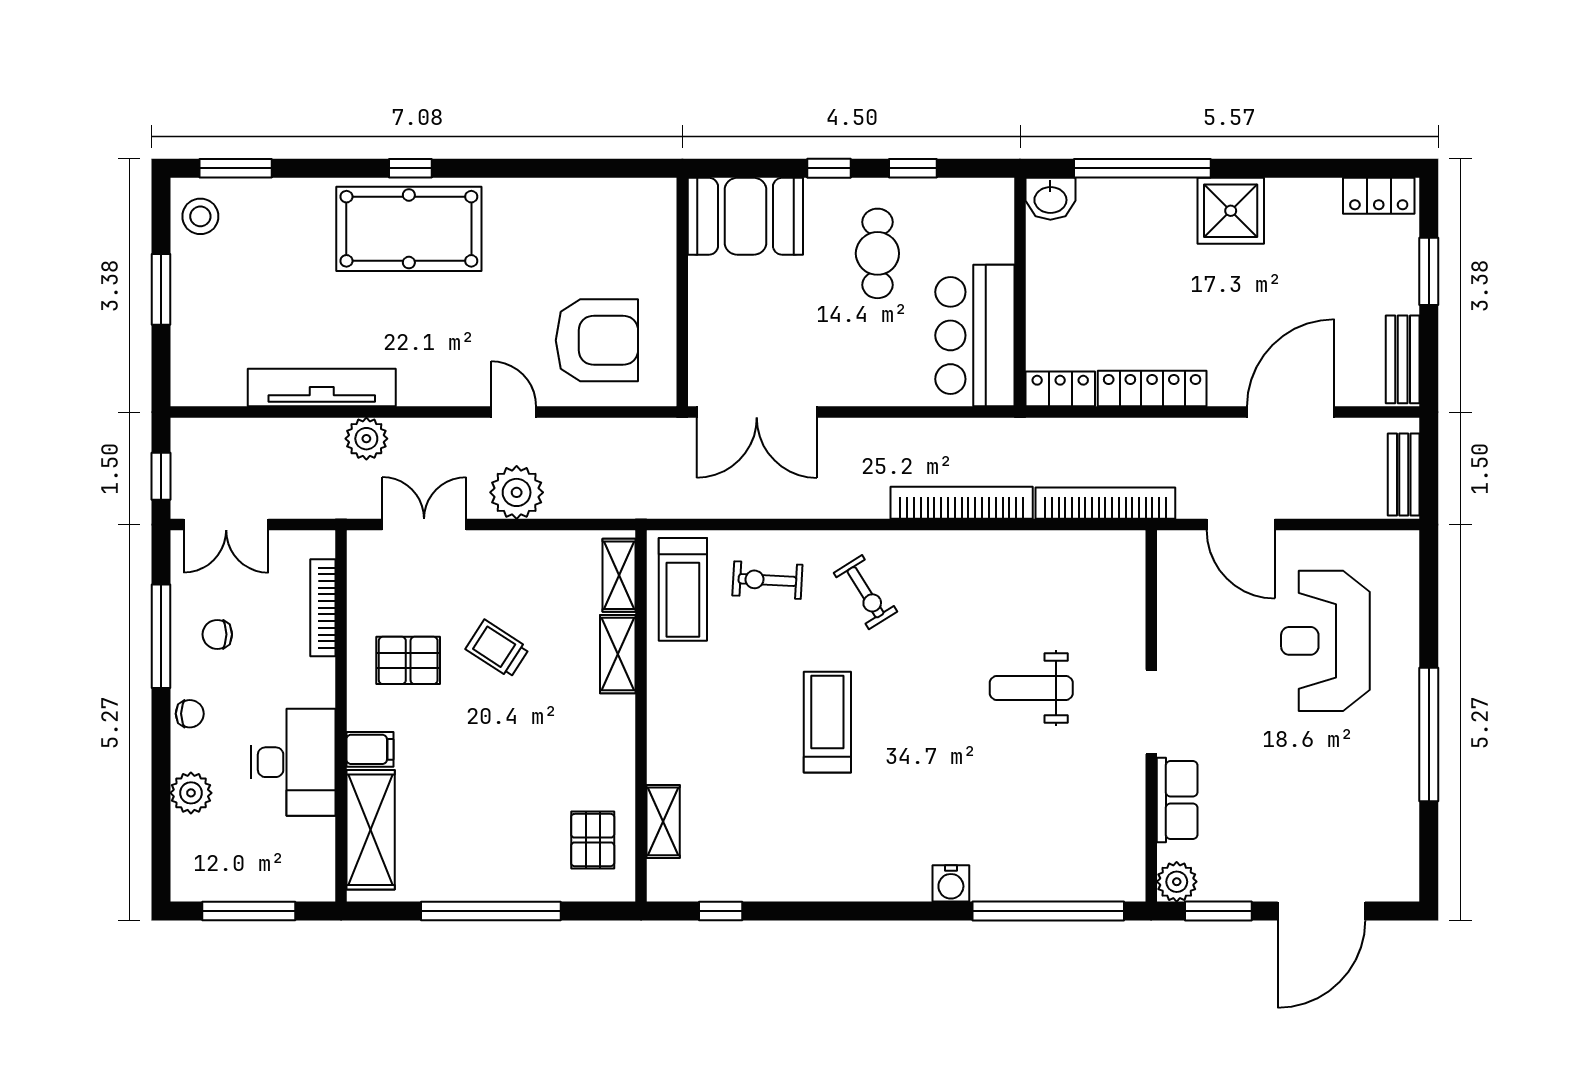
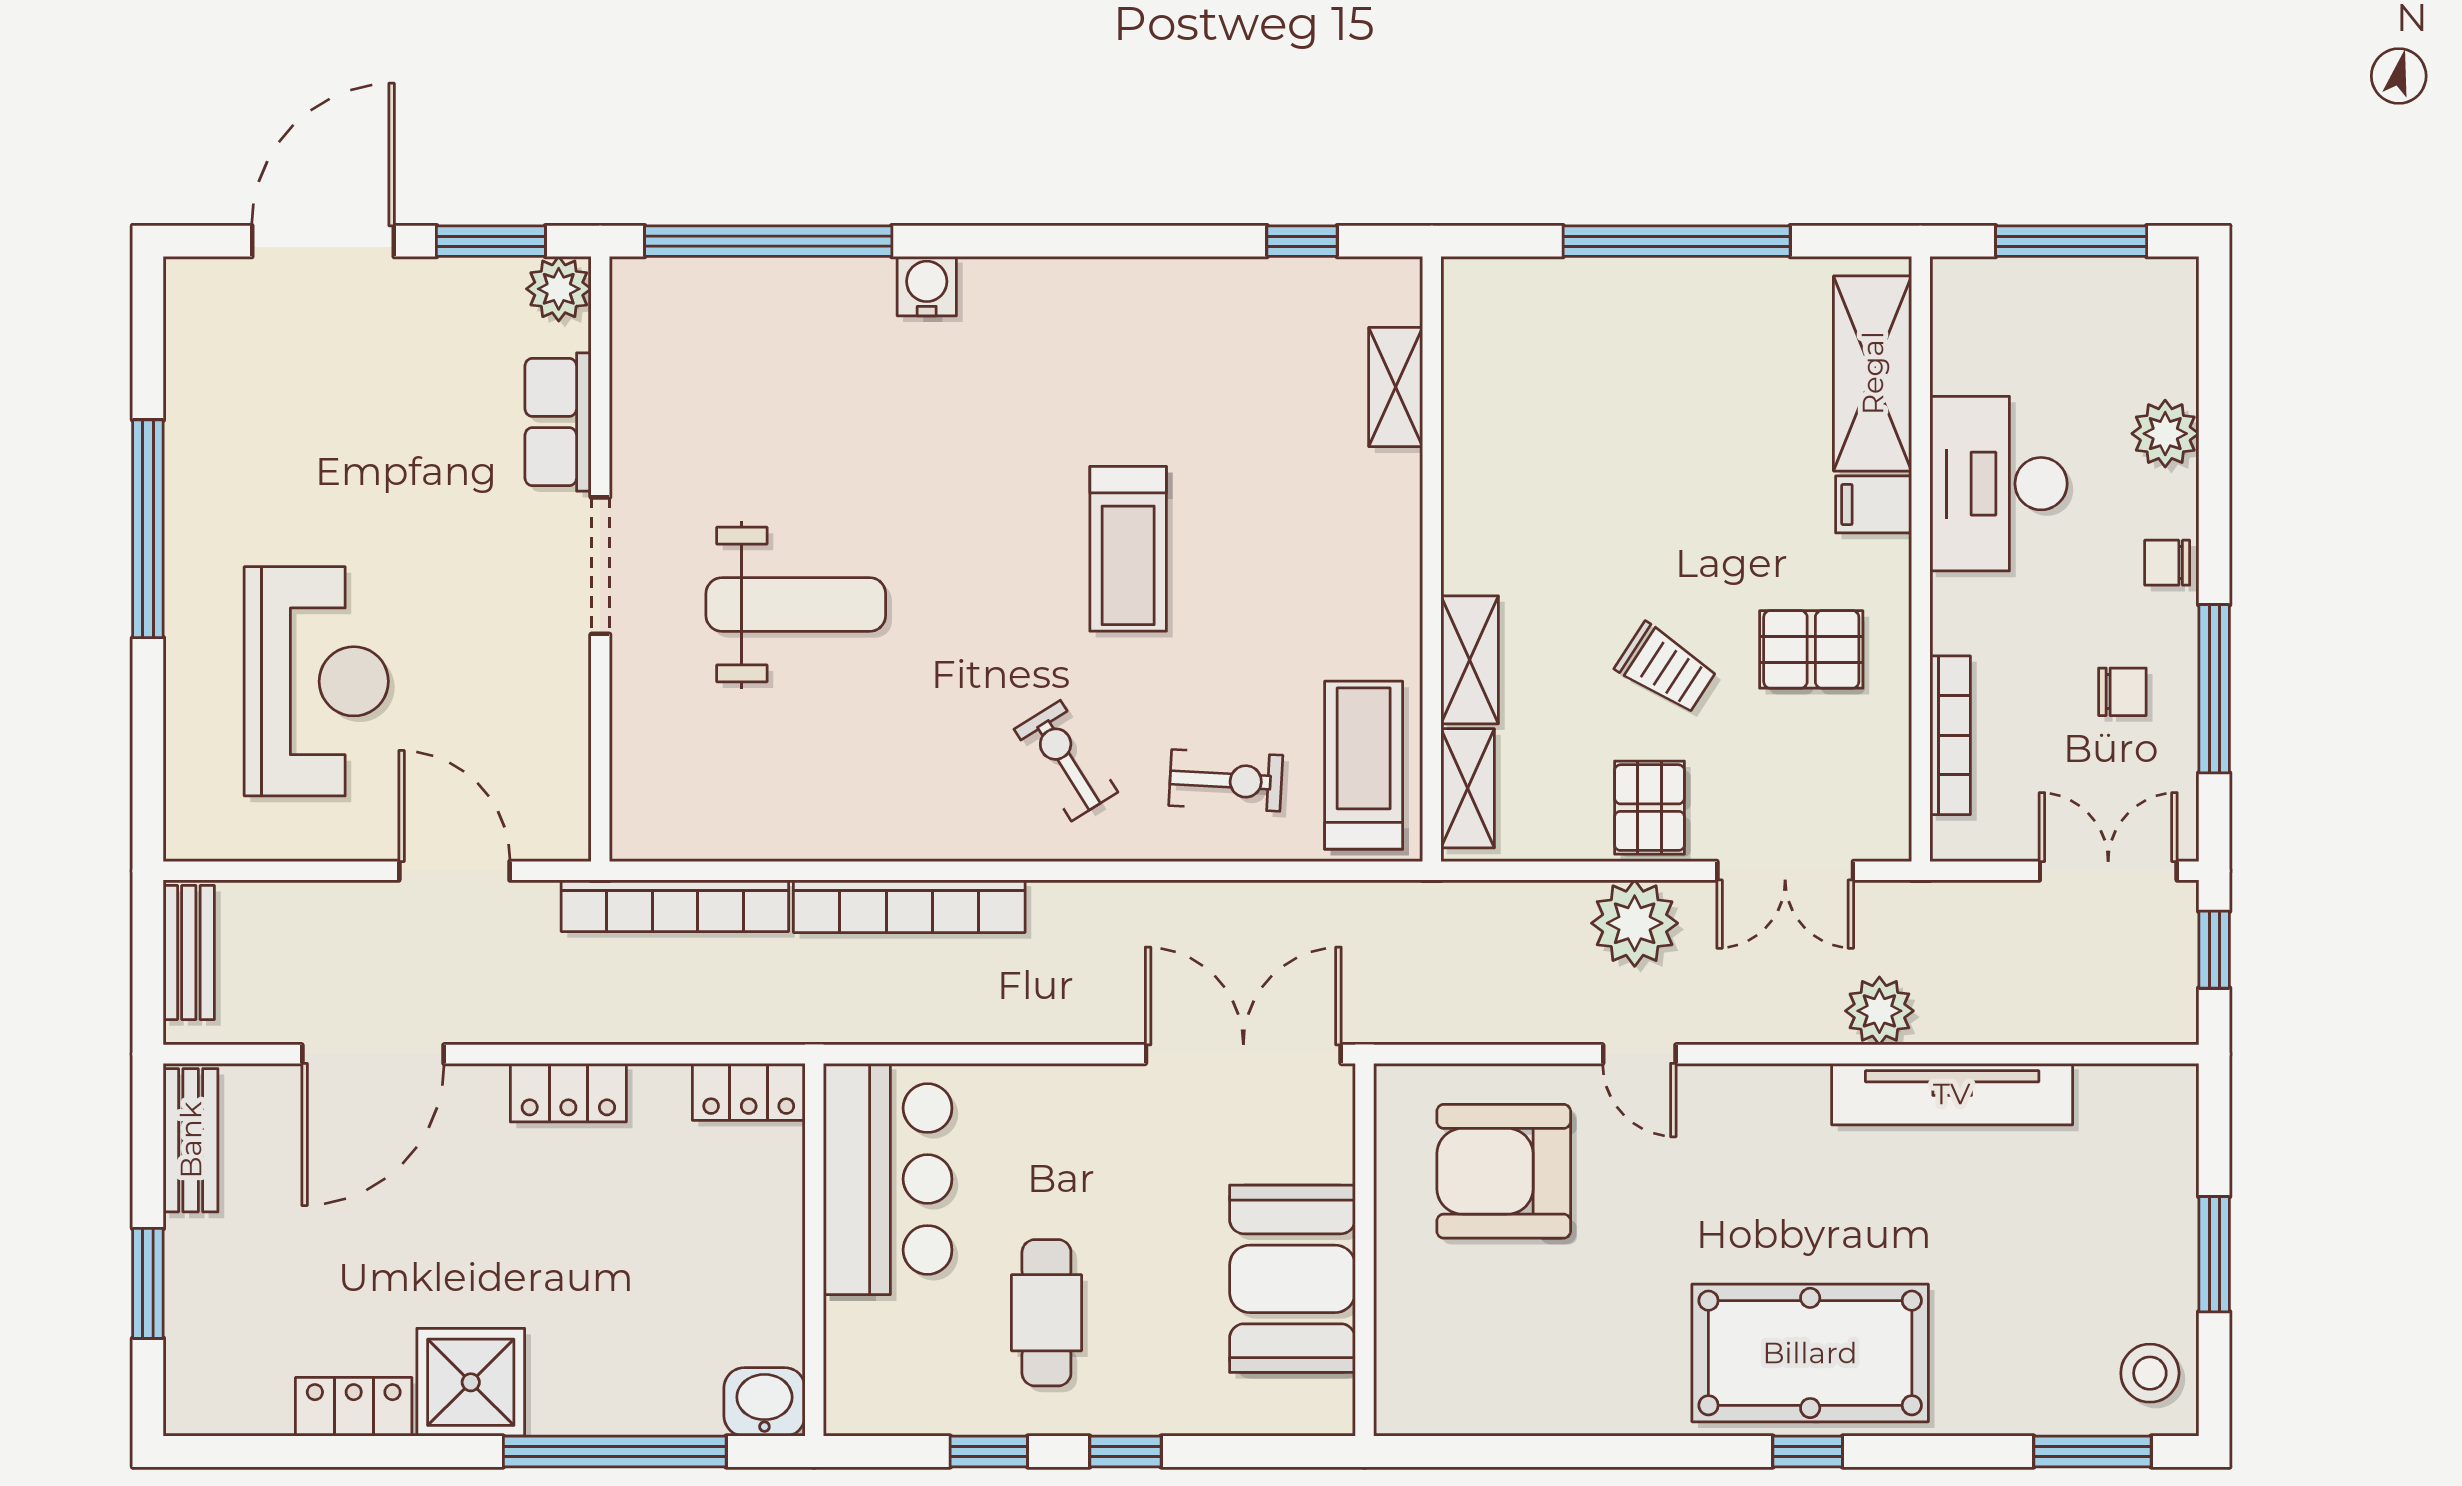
locker: (1379, 196) -> (354, 1407), moved
booth: (745, 216) -> (1292, 1279), moved, turned 90
locker: (1152, 388) -> (568, 1093), width x0.66
weight bench: (1031, 688) -> (796, 605), width x1.36, depth x1.33
pallet: (593, 840) -> (1650, 808), moved

